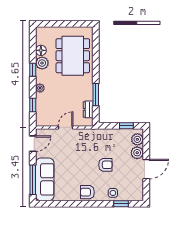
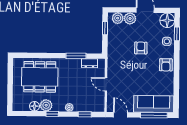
floor lamp: (136, 193) -> (167, 20), added

